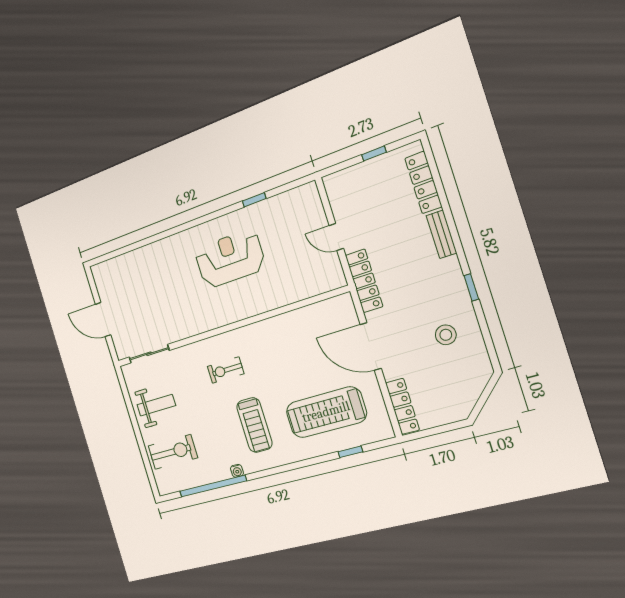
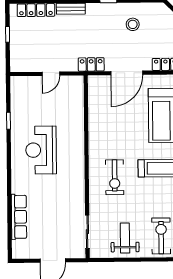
row of seats: (140, 258) -> (19, 217), added
locker: (364, 281) -> (91, 64), width x0.66
exercise bike: (226, 370) -> (115, 177), width x1.38, depth x1.39

